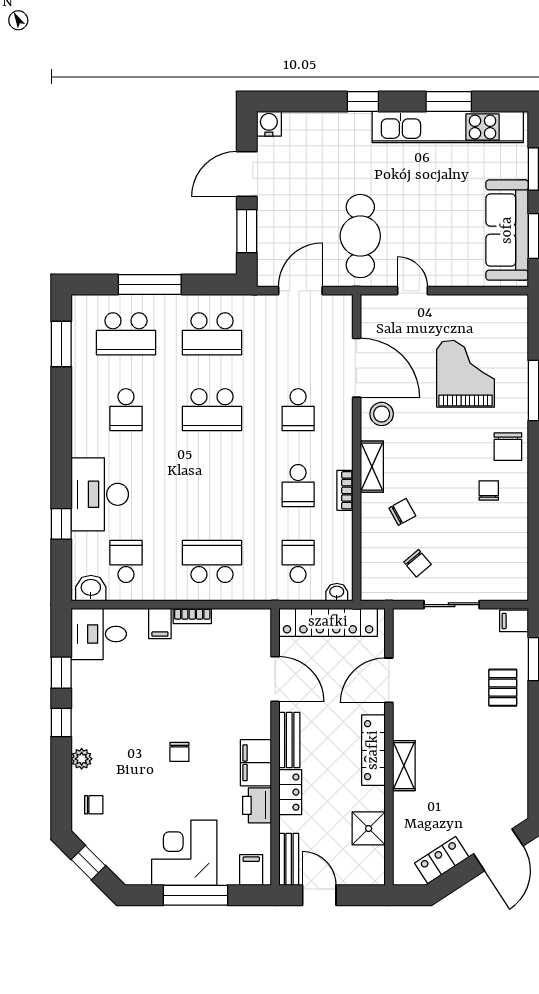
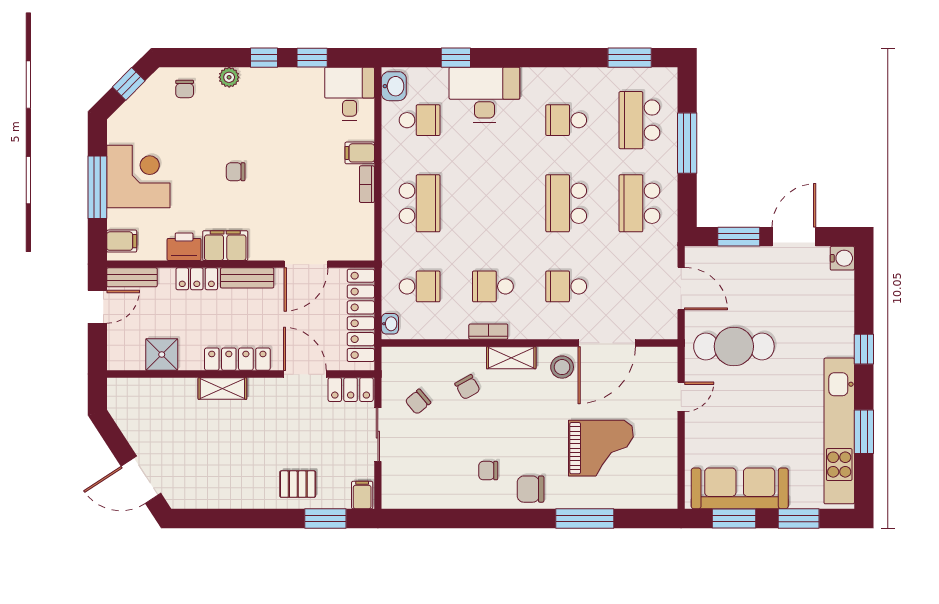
door: (247, 174) -> (794, 237), hinge flipped
chair: (489, 490) -> (488, 471), turned 180
locker: (442, 860) -> (351, 390), moved, turned 123

